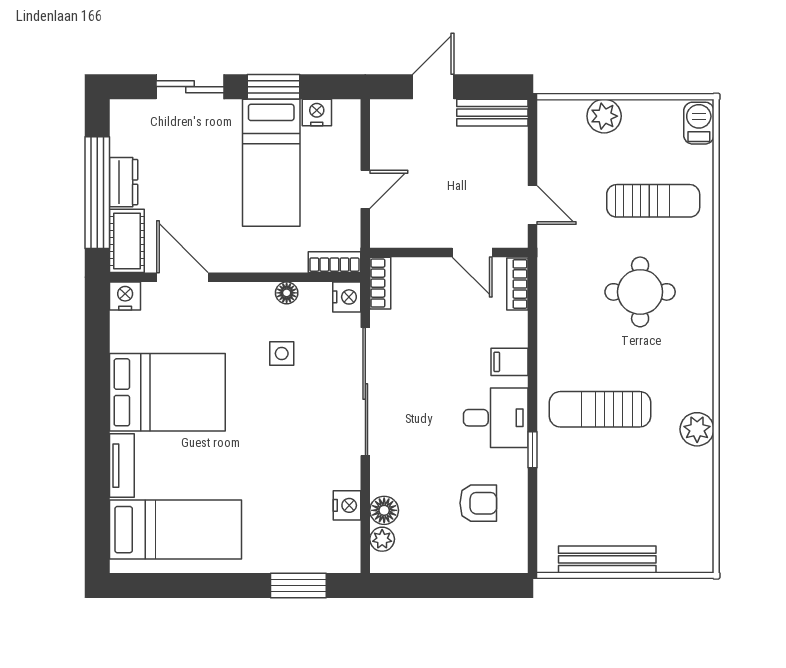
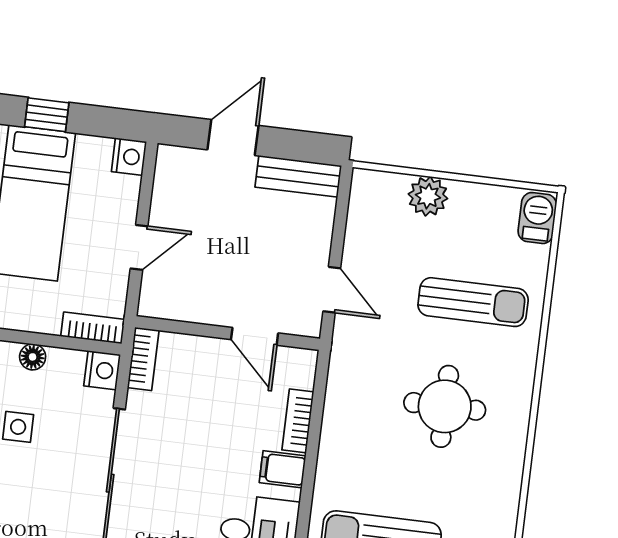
window: (274, 87) -> (47, 115), width x0.67
nightstand: (317, 112) -> (129, 157), moved, turned 90
bookcase: (517, 284) -> (298, 421), moved

